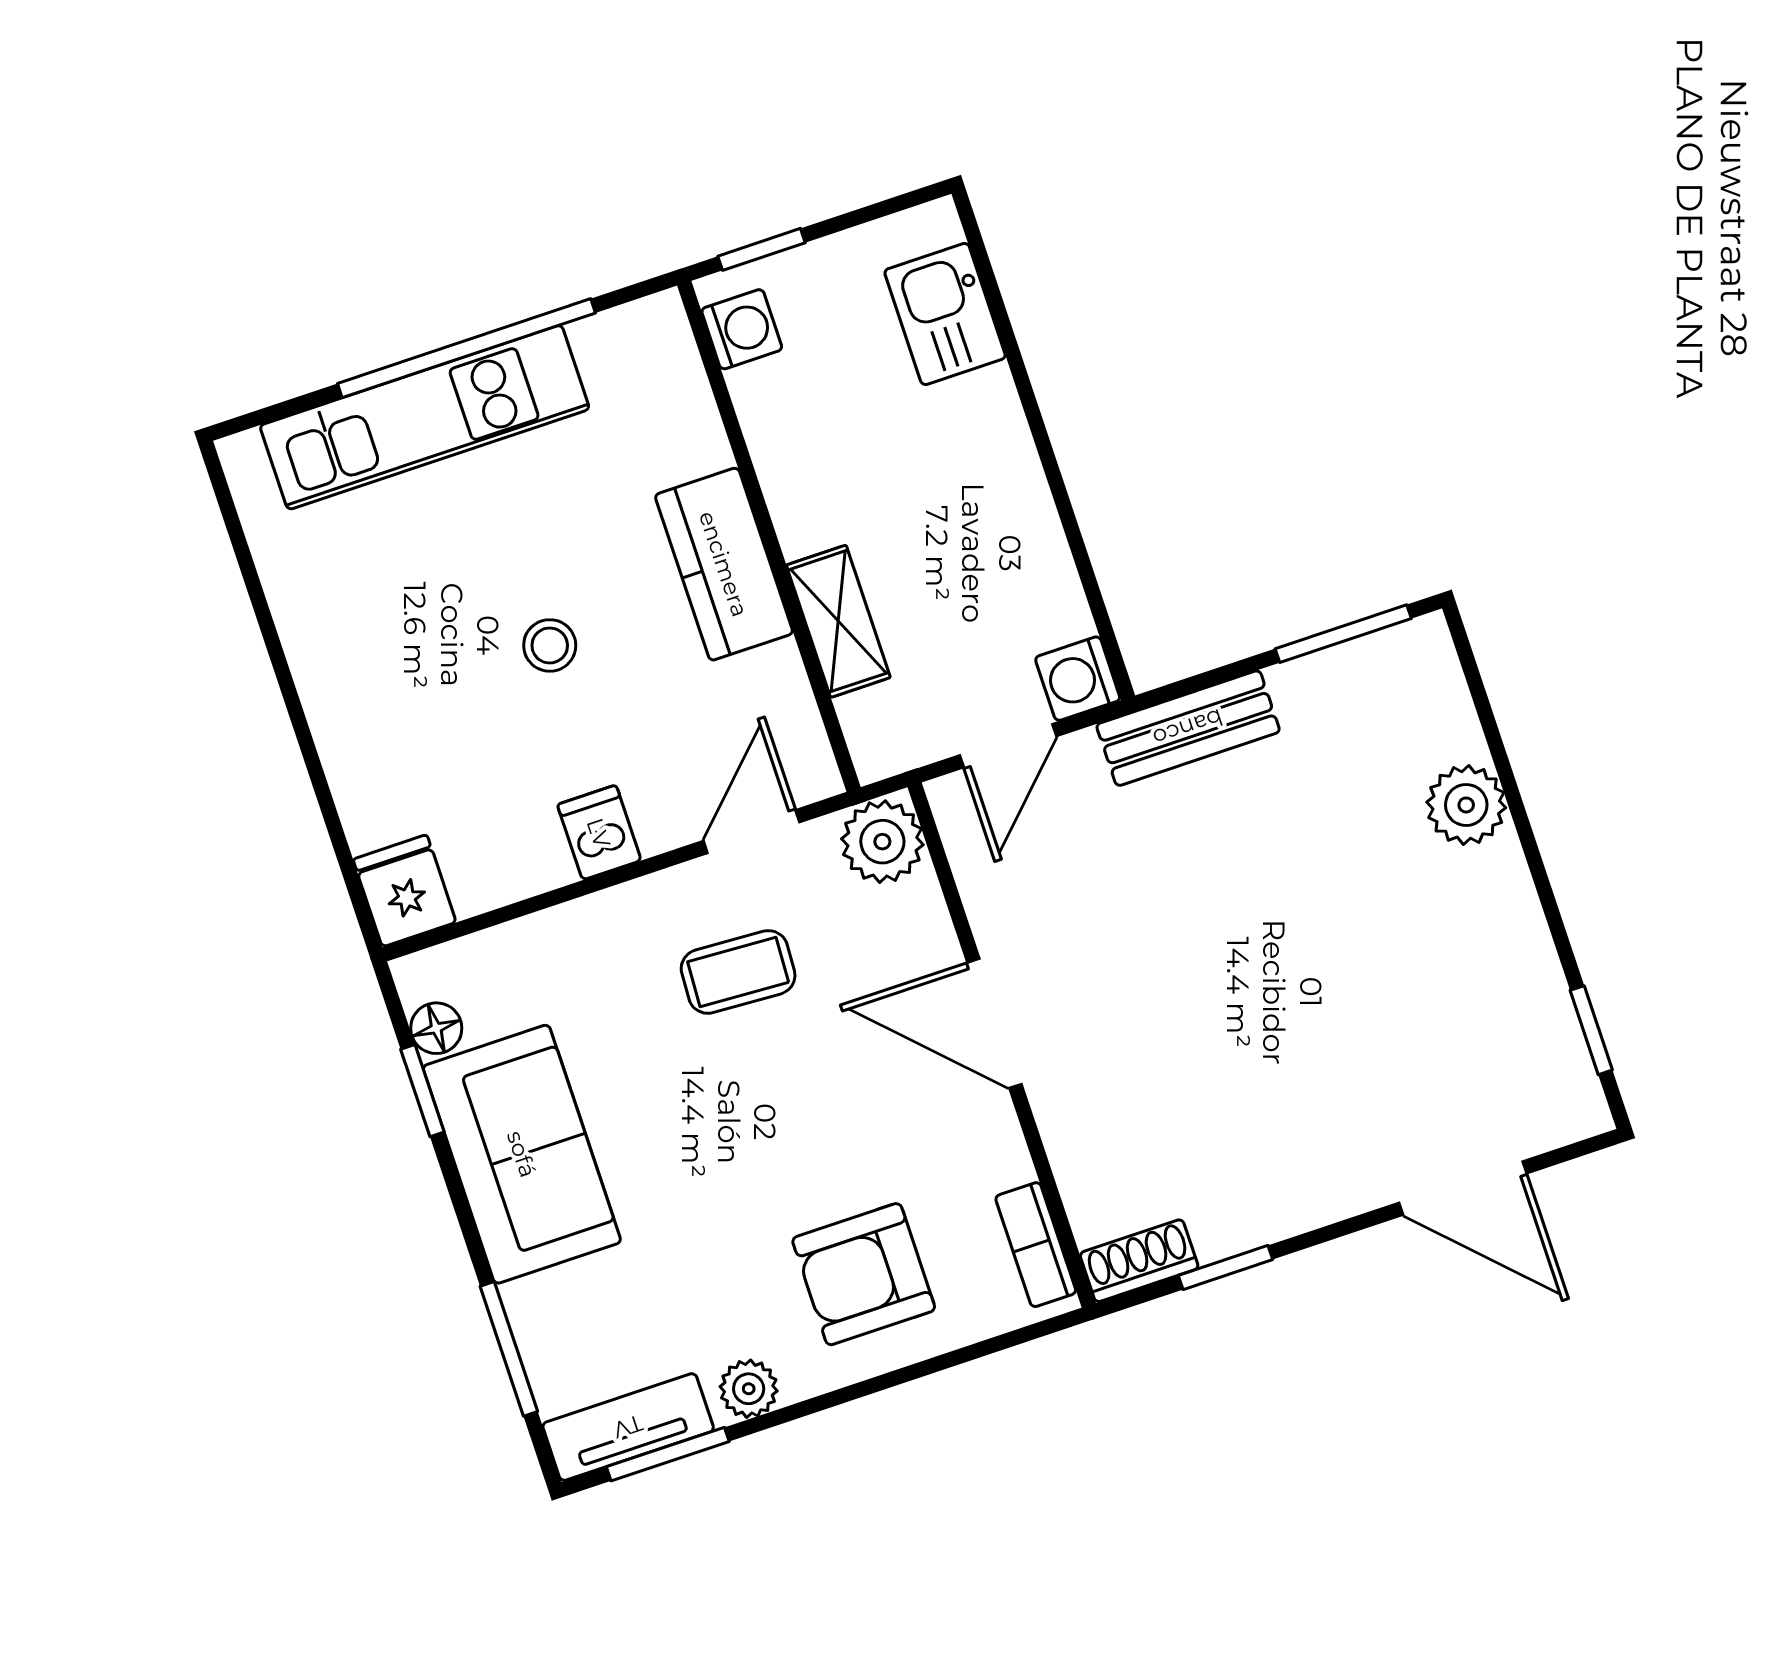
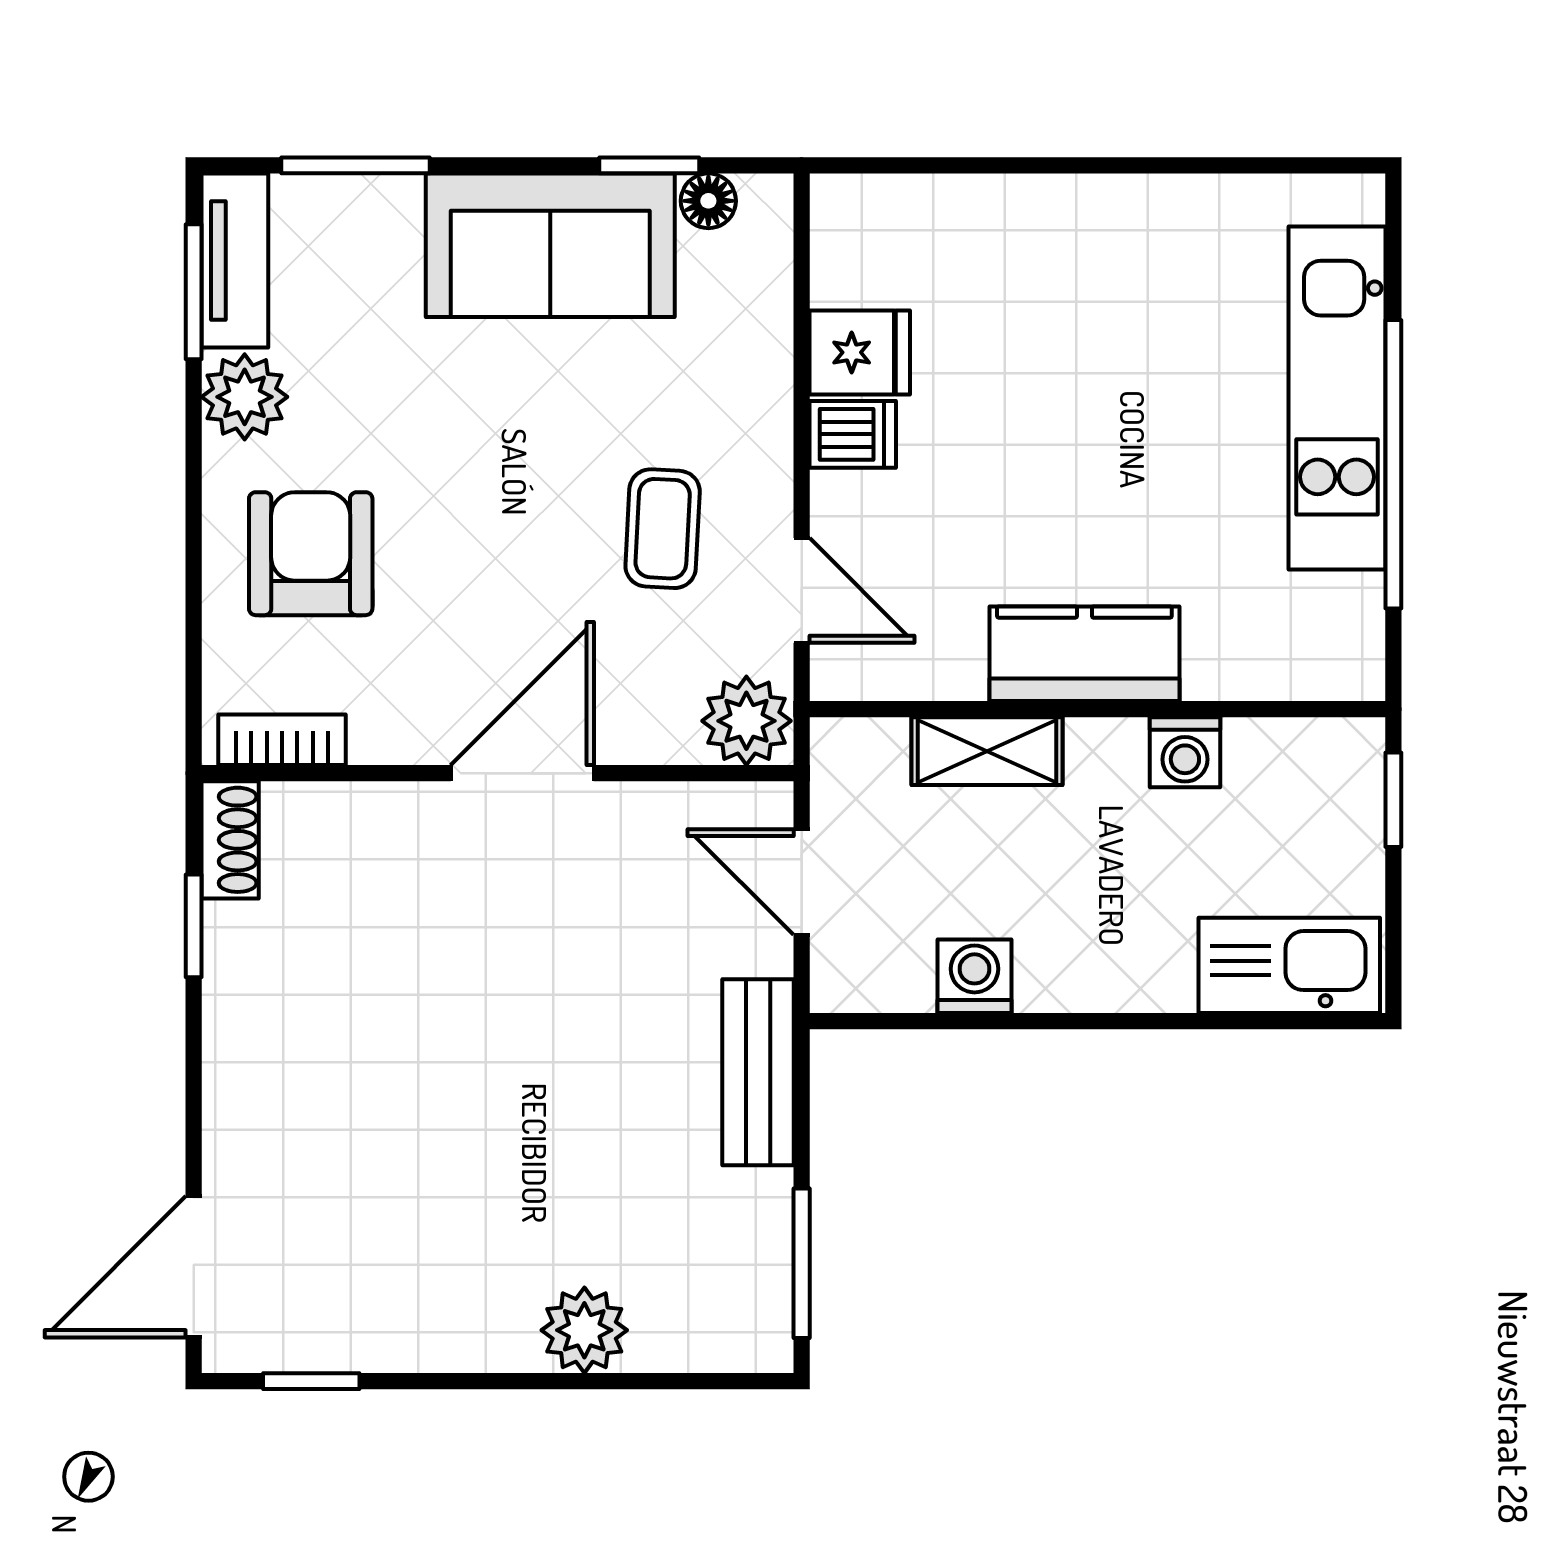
kitchen sink: (945, 314) -> (1289, 965), width x1.38
washing machine: (742, 329) -> (1185, 752), moved
stool: (550, 645) -> (1061, 448), removed
washing machine: (1078, 679) -> (974, 976), moved
fridge: (405, 891) -> (860, 352), moved
door: (1463, 1188) -> (194, 1267), moved
plant: (749, 1389) -> (245, 397), width x1.38, depth x1.38

